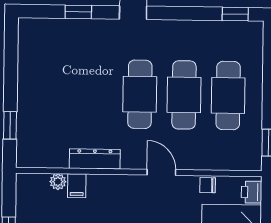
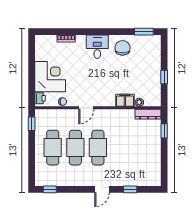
dresser: (95, 159) -> (148, 114), moved
door: (161, 172) -> (86, 108), hinge flipped
filing cabinet: (77, 186) -> (125, 100), width x2.00

